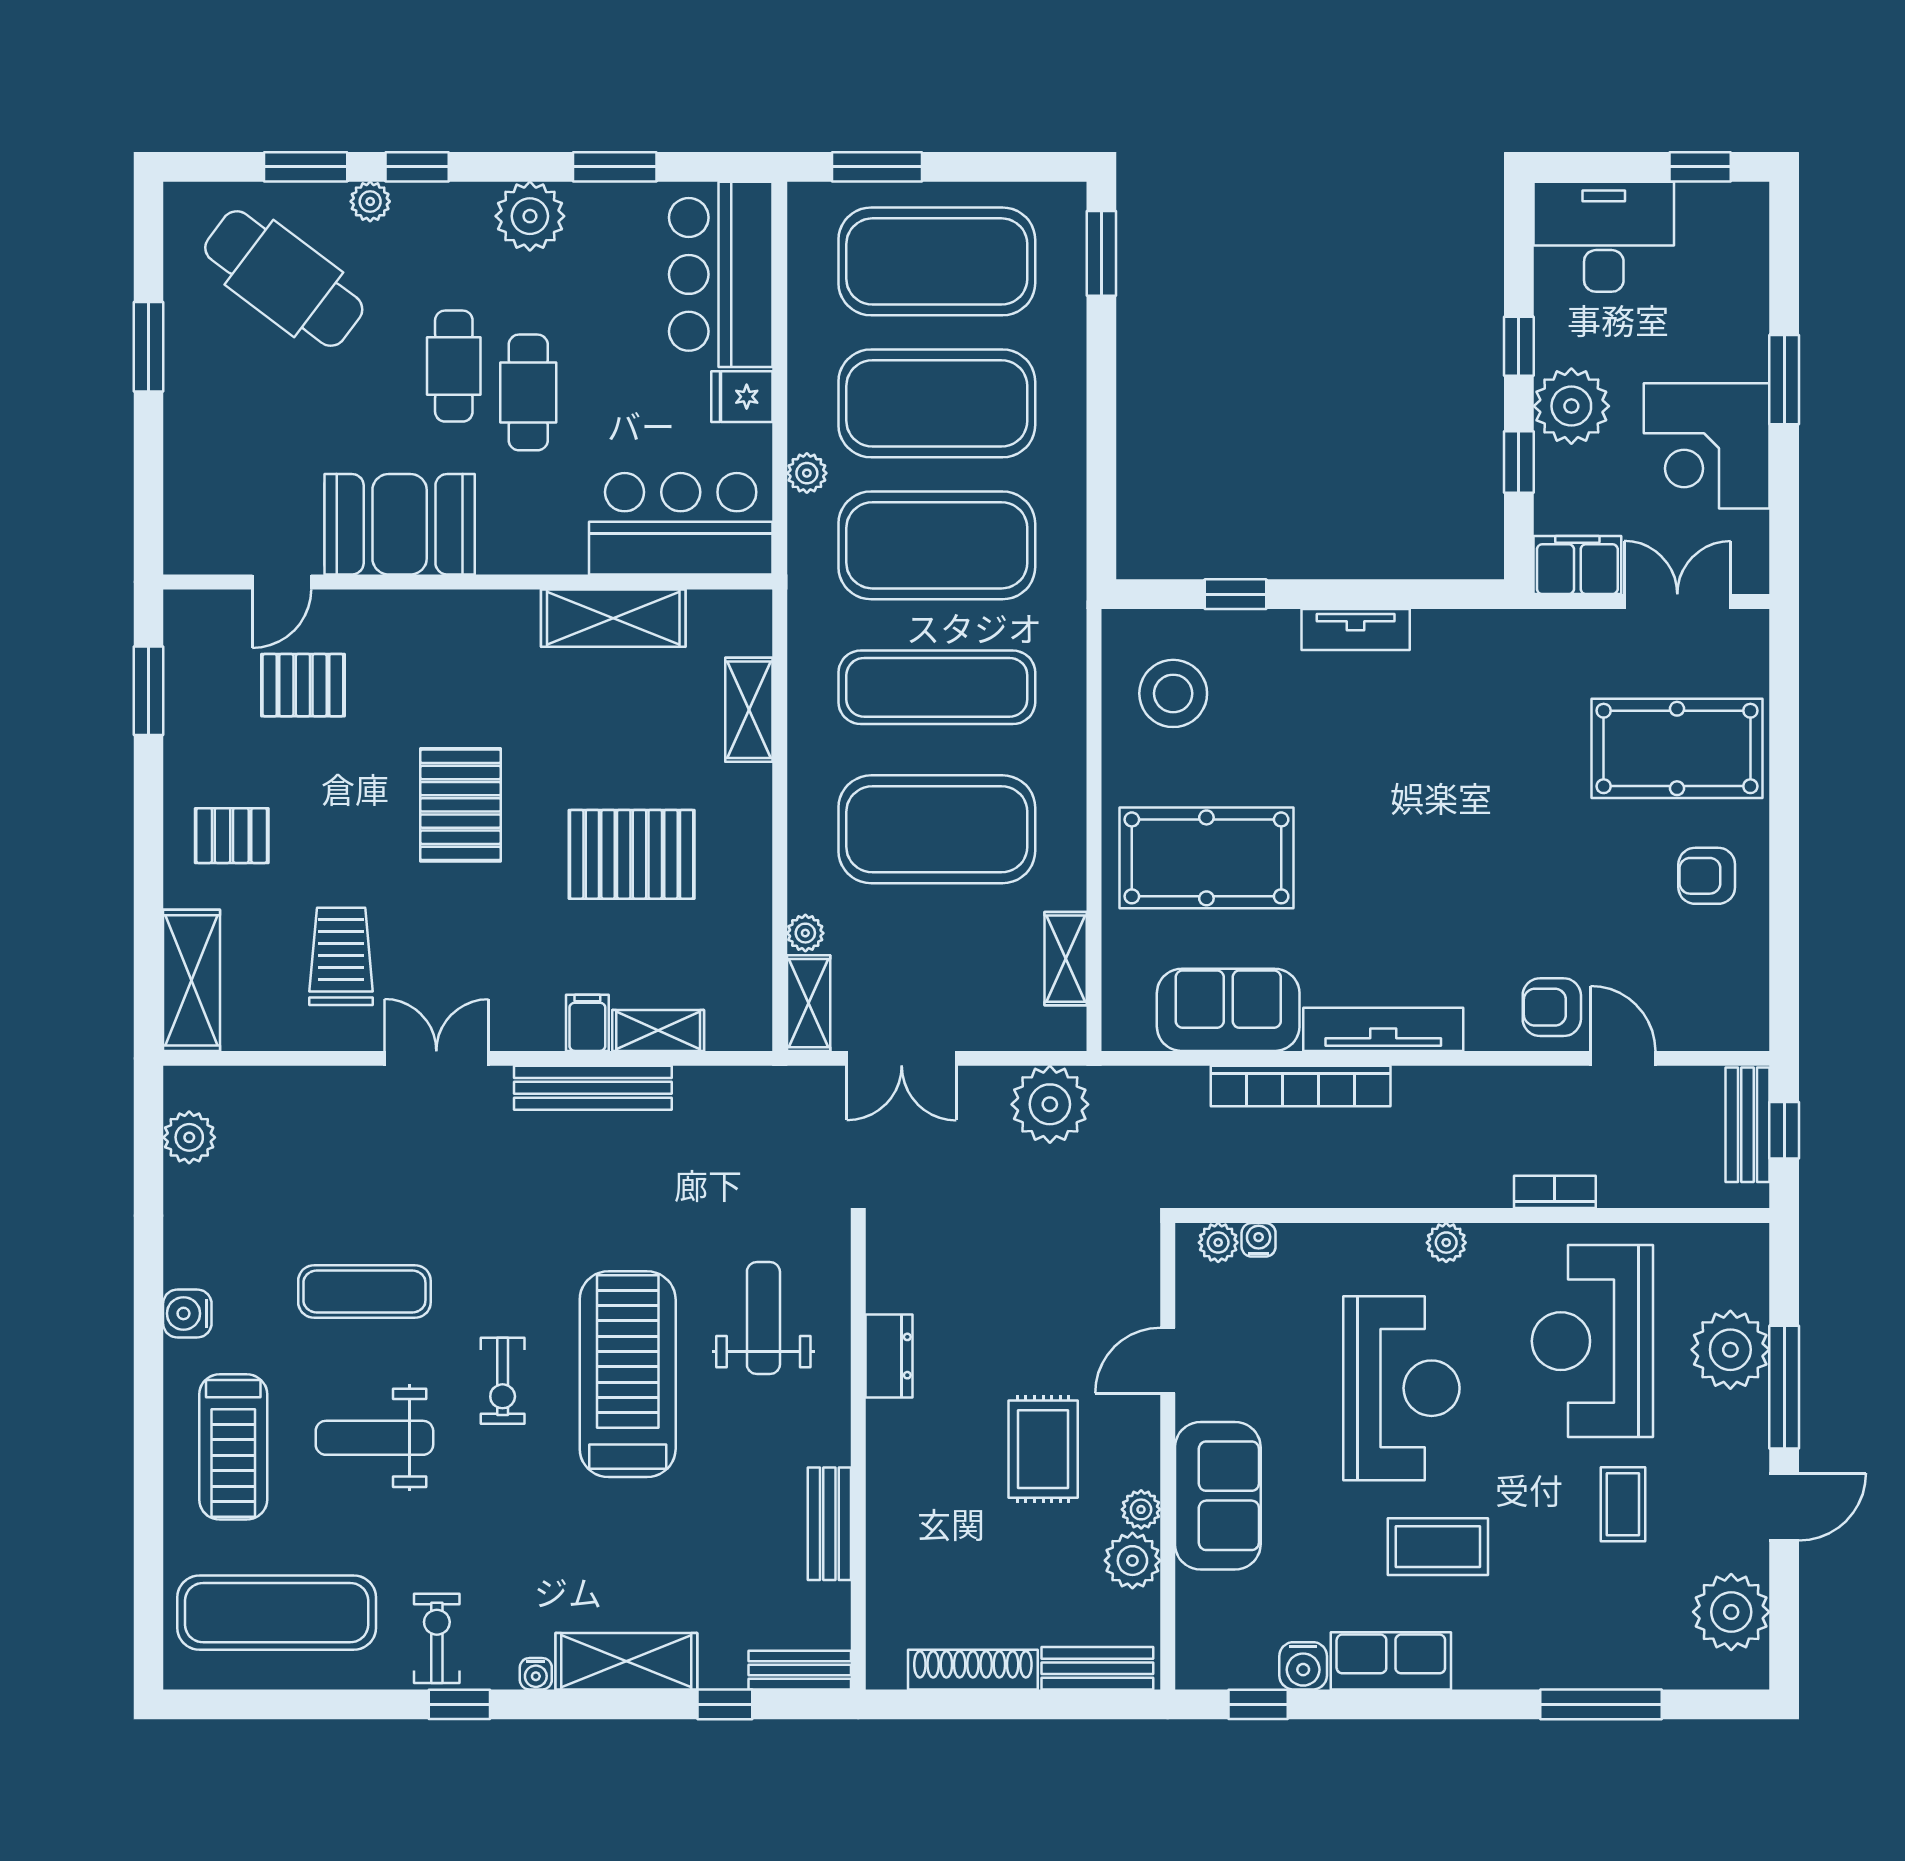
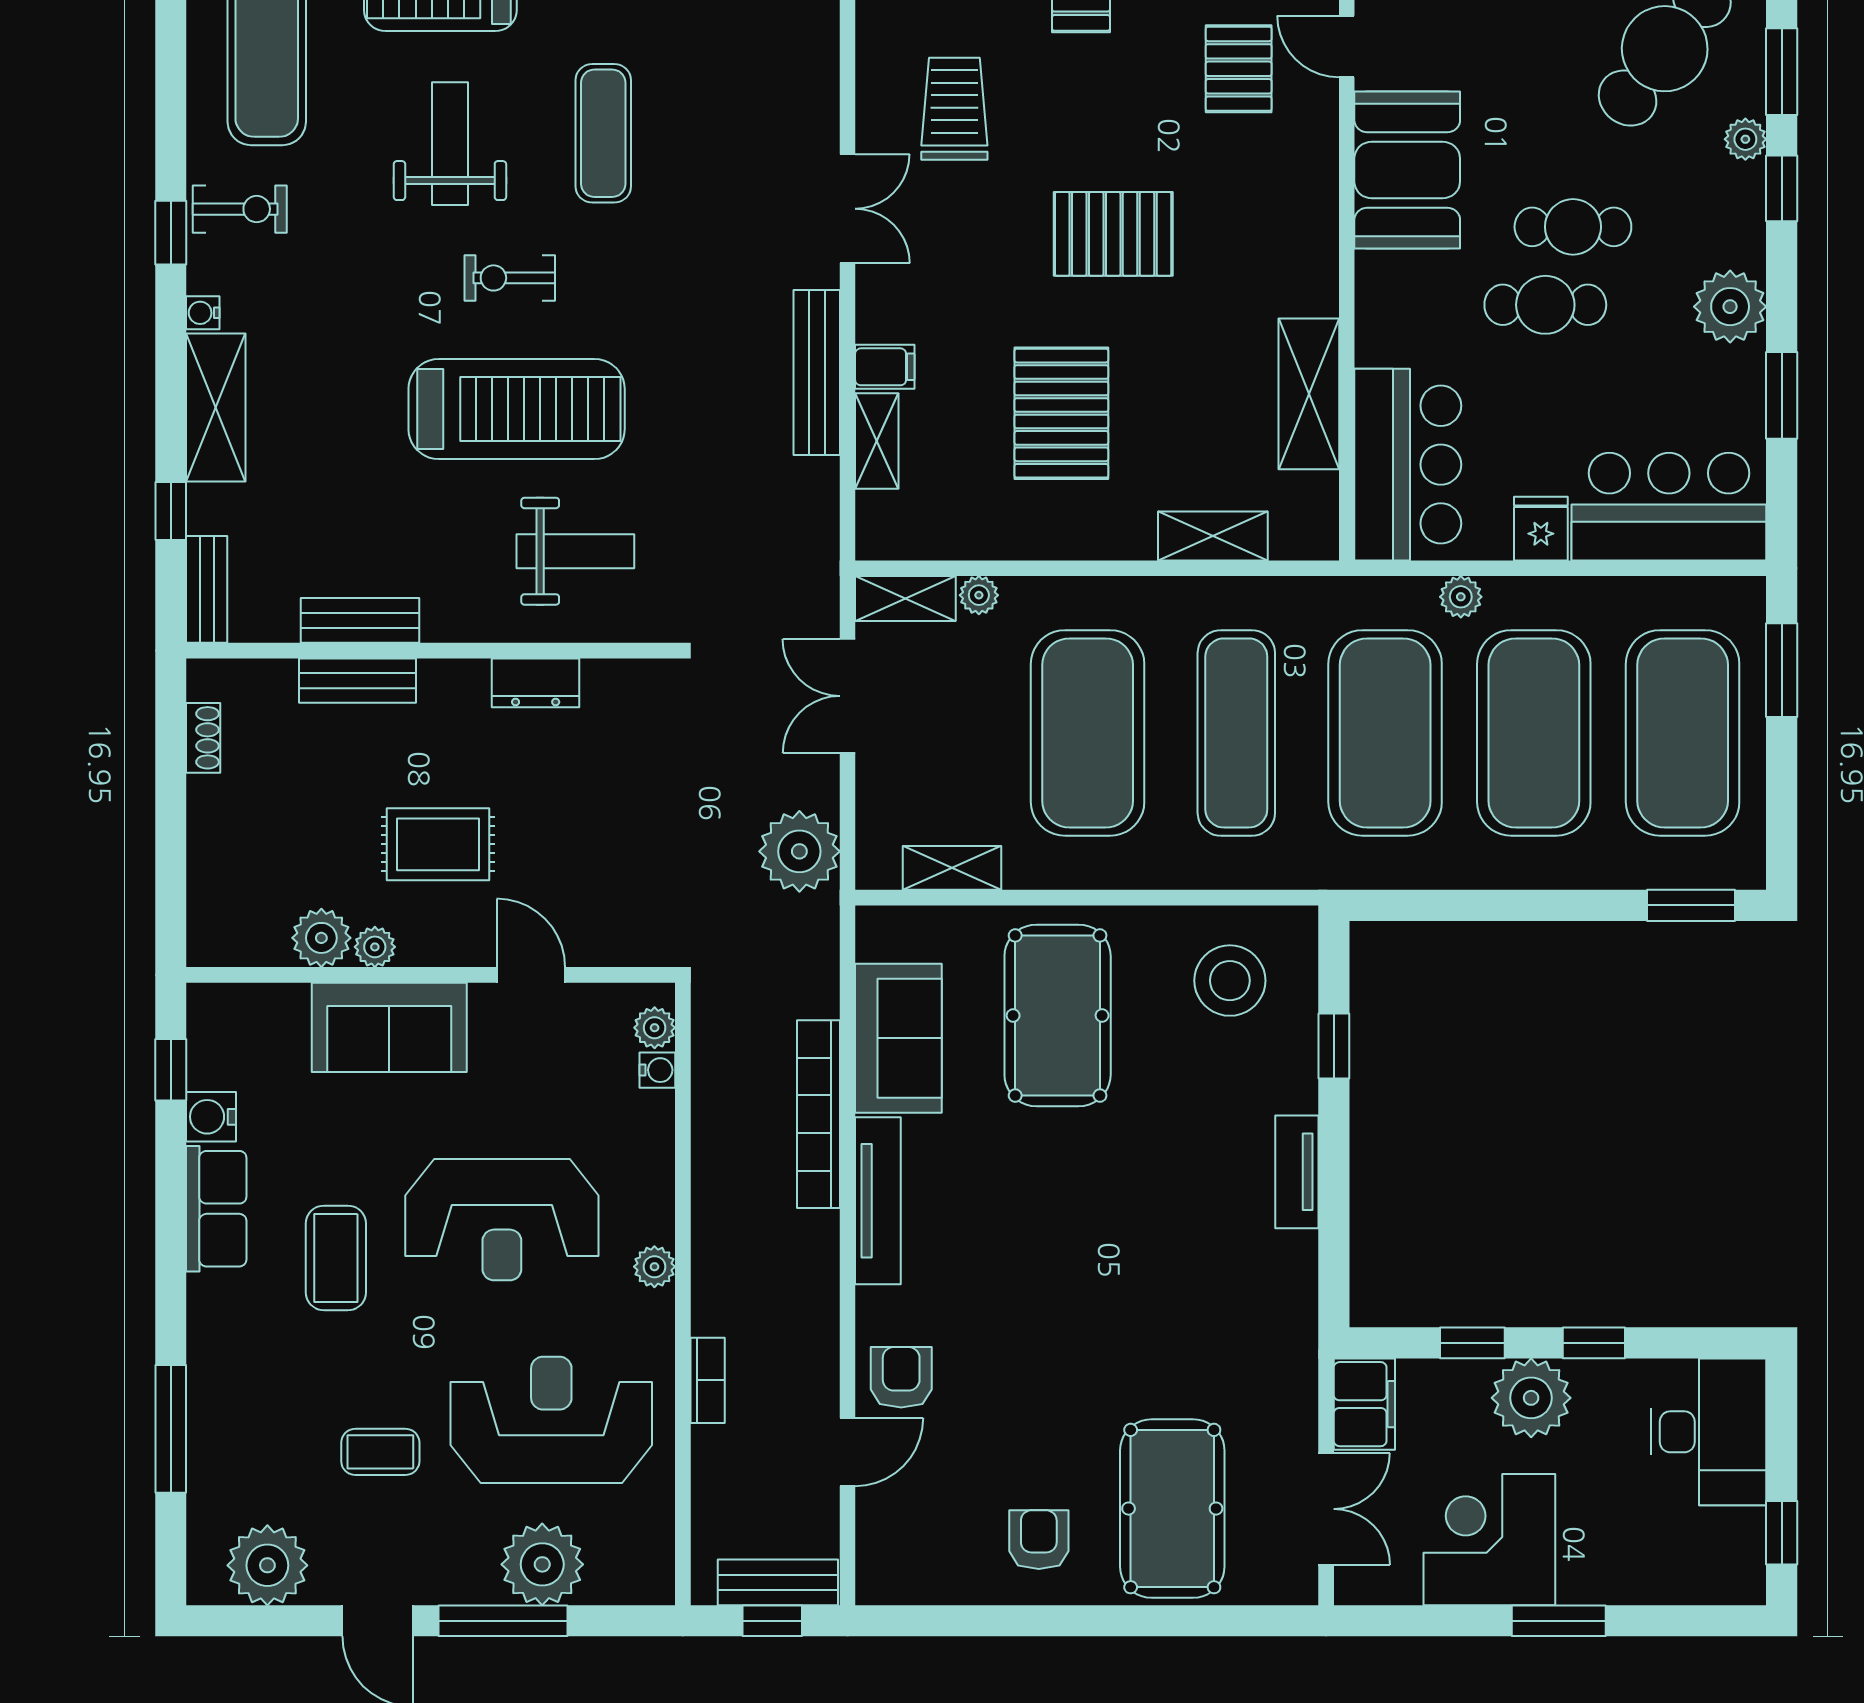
trolley: (341, 956) -> (954, 109), turned -90
bench: (1097, 1668) -> (358, 681), moved, turned 90
shoe rack: (973, 1670) -> (203, 738), width x0.51, depth x0.81

